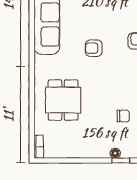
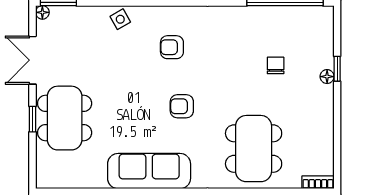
armchair: (94, 48) -> (182, 106), turned 90
dining table: (63, 100) -> (254, 149), width x1.38

